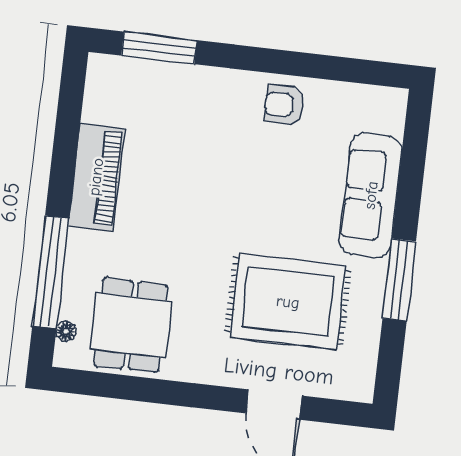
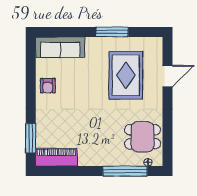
piano: (96, 177) -> (56, 157), moved
sofa: (371, 195) -> (60, 47), moved

